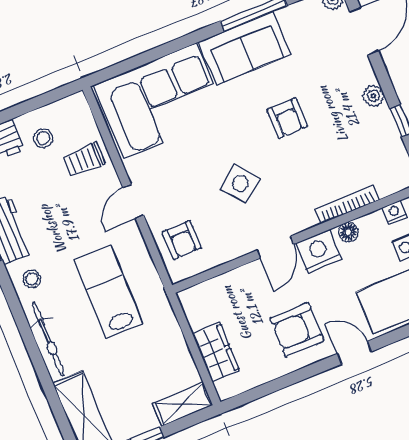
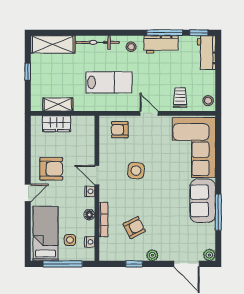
armchair: (287, 118) -> (134, 228), moved, turned 153
stool: (43, 138) -> (208, 101), moved
side table: (240, 183) -> (136, 171), turned 45
nightstand: (319, 251) -> (90, 191), width x0.53, depth x0.56
armchair: (297, 330) -> (51, 169), turned 90
shelving: (183, 404) -> (58, 105), moved, turned 90

